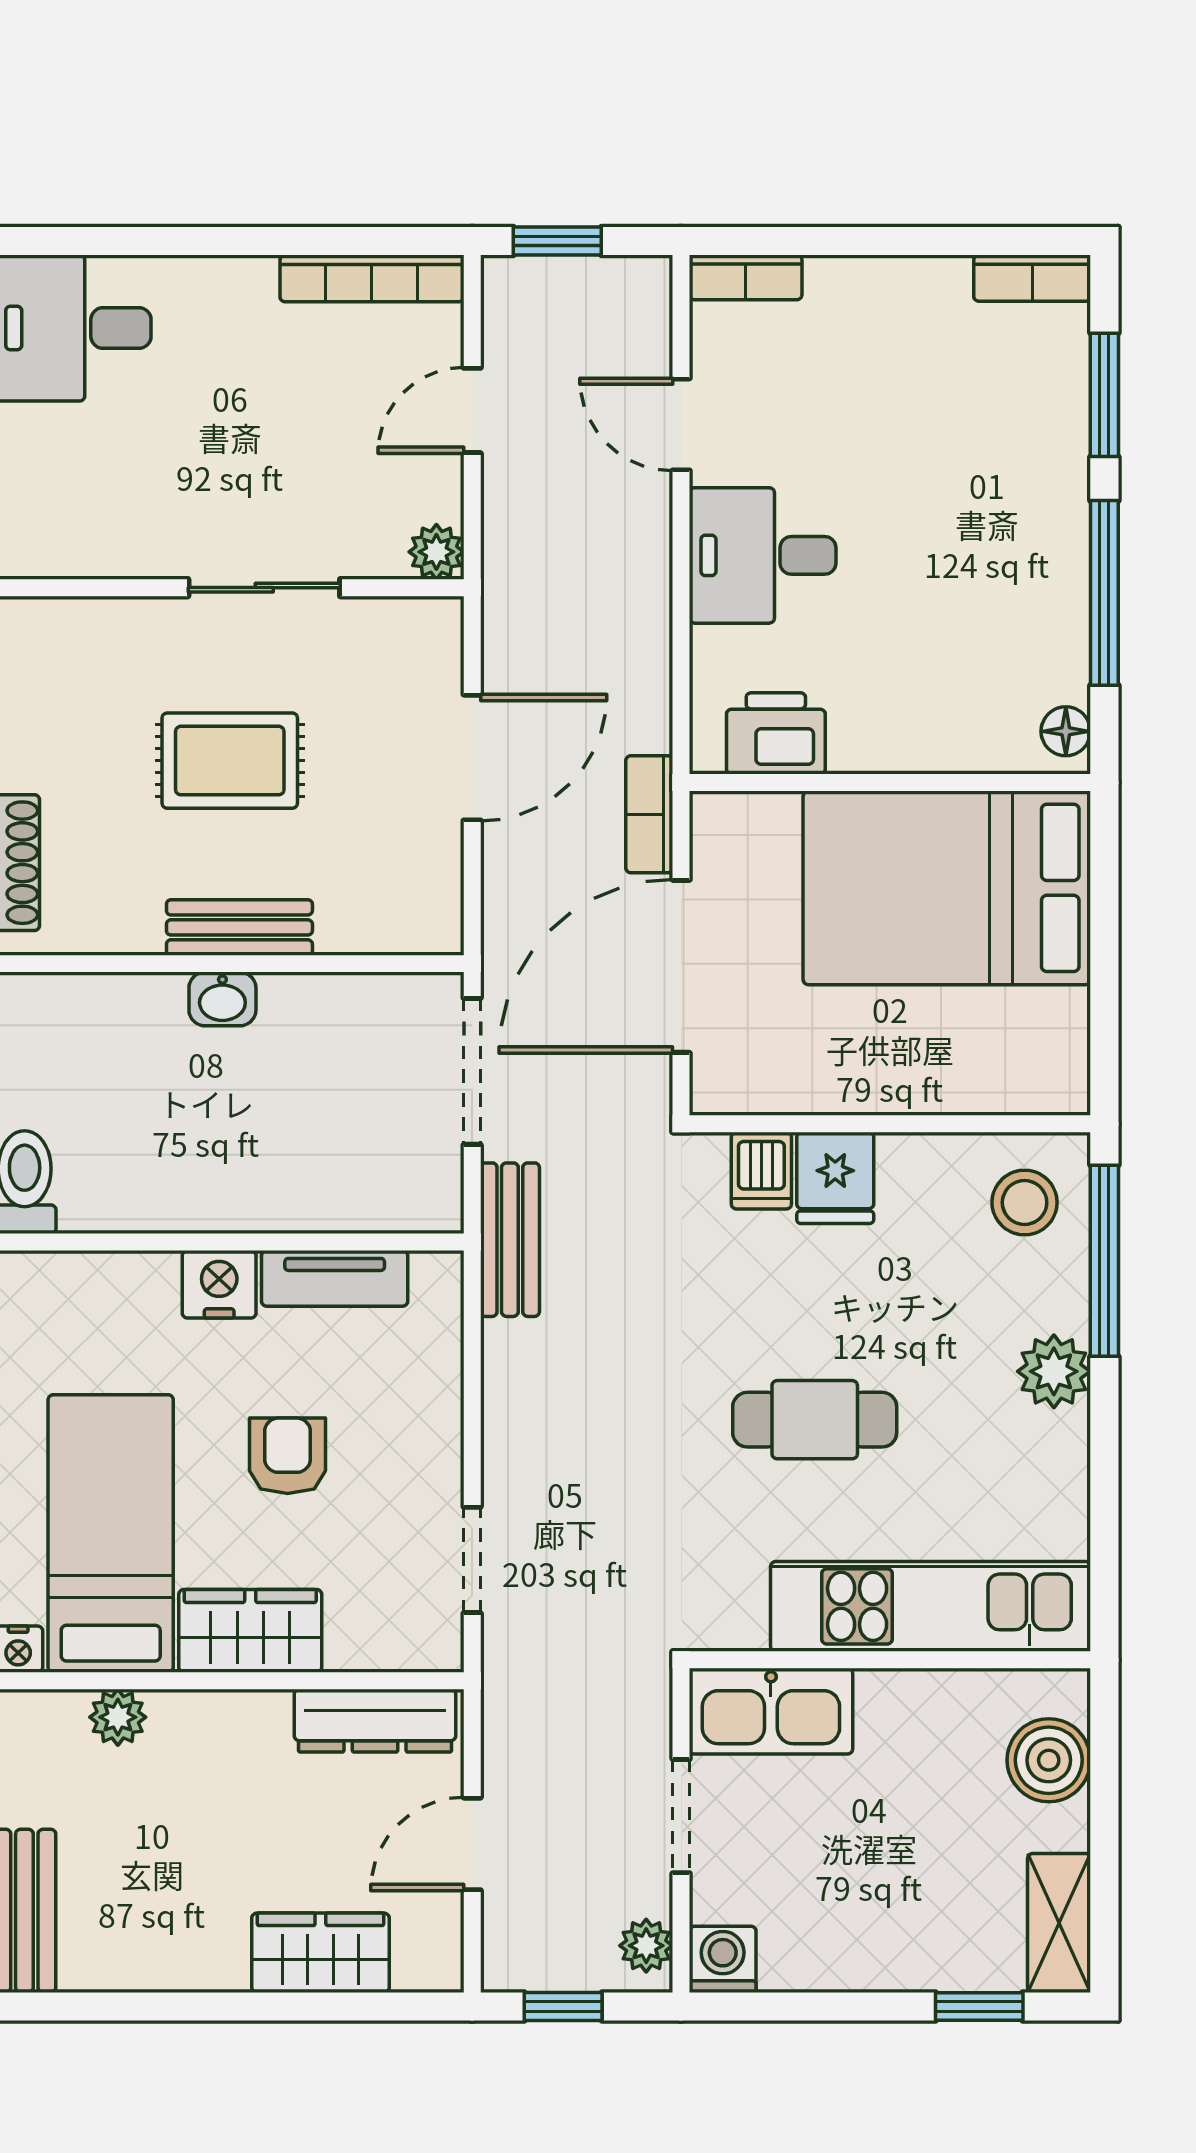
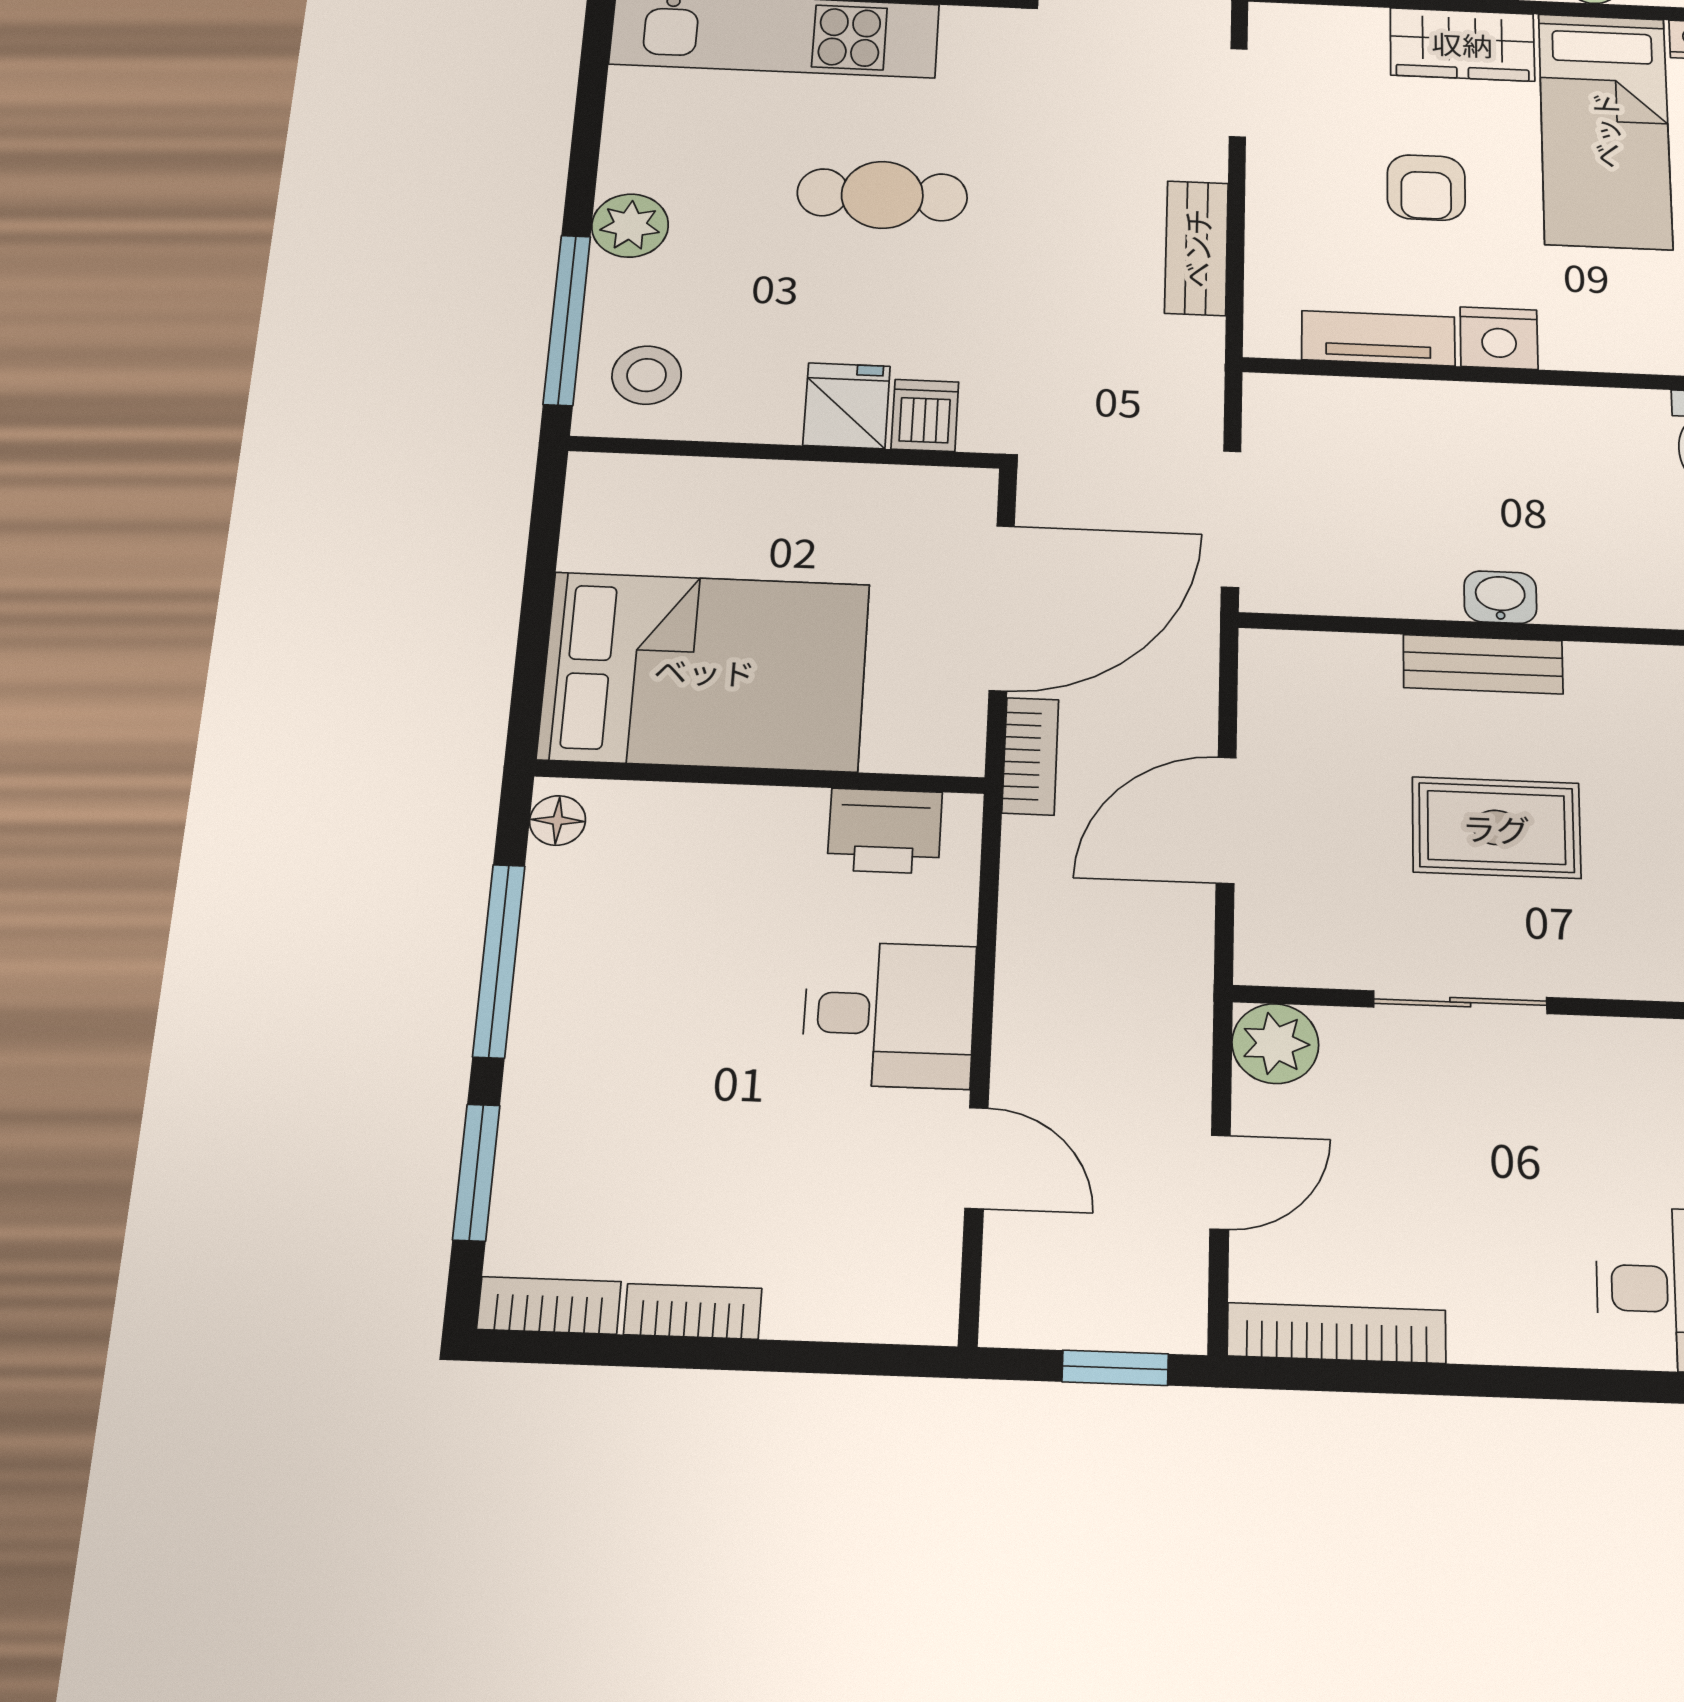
bookcase: (746, 277) -> (693, 1311), moved
plant: (436, 552) -> (1275, 1044), width x1.38, depth x1.38
bench: (510, 1240) -> (1196, 248), moved

